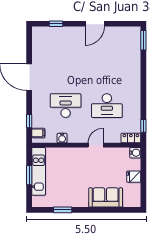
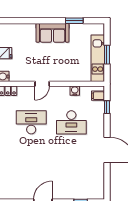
sofa: (106, 197) -> (52, 33), moved

